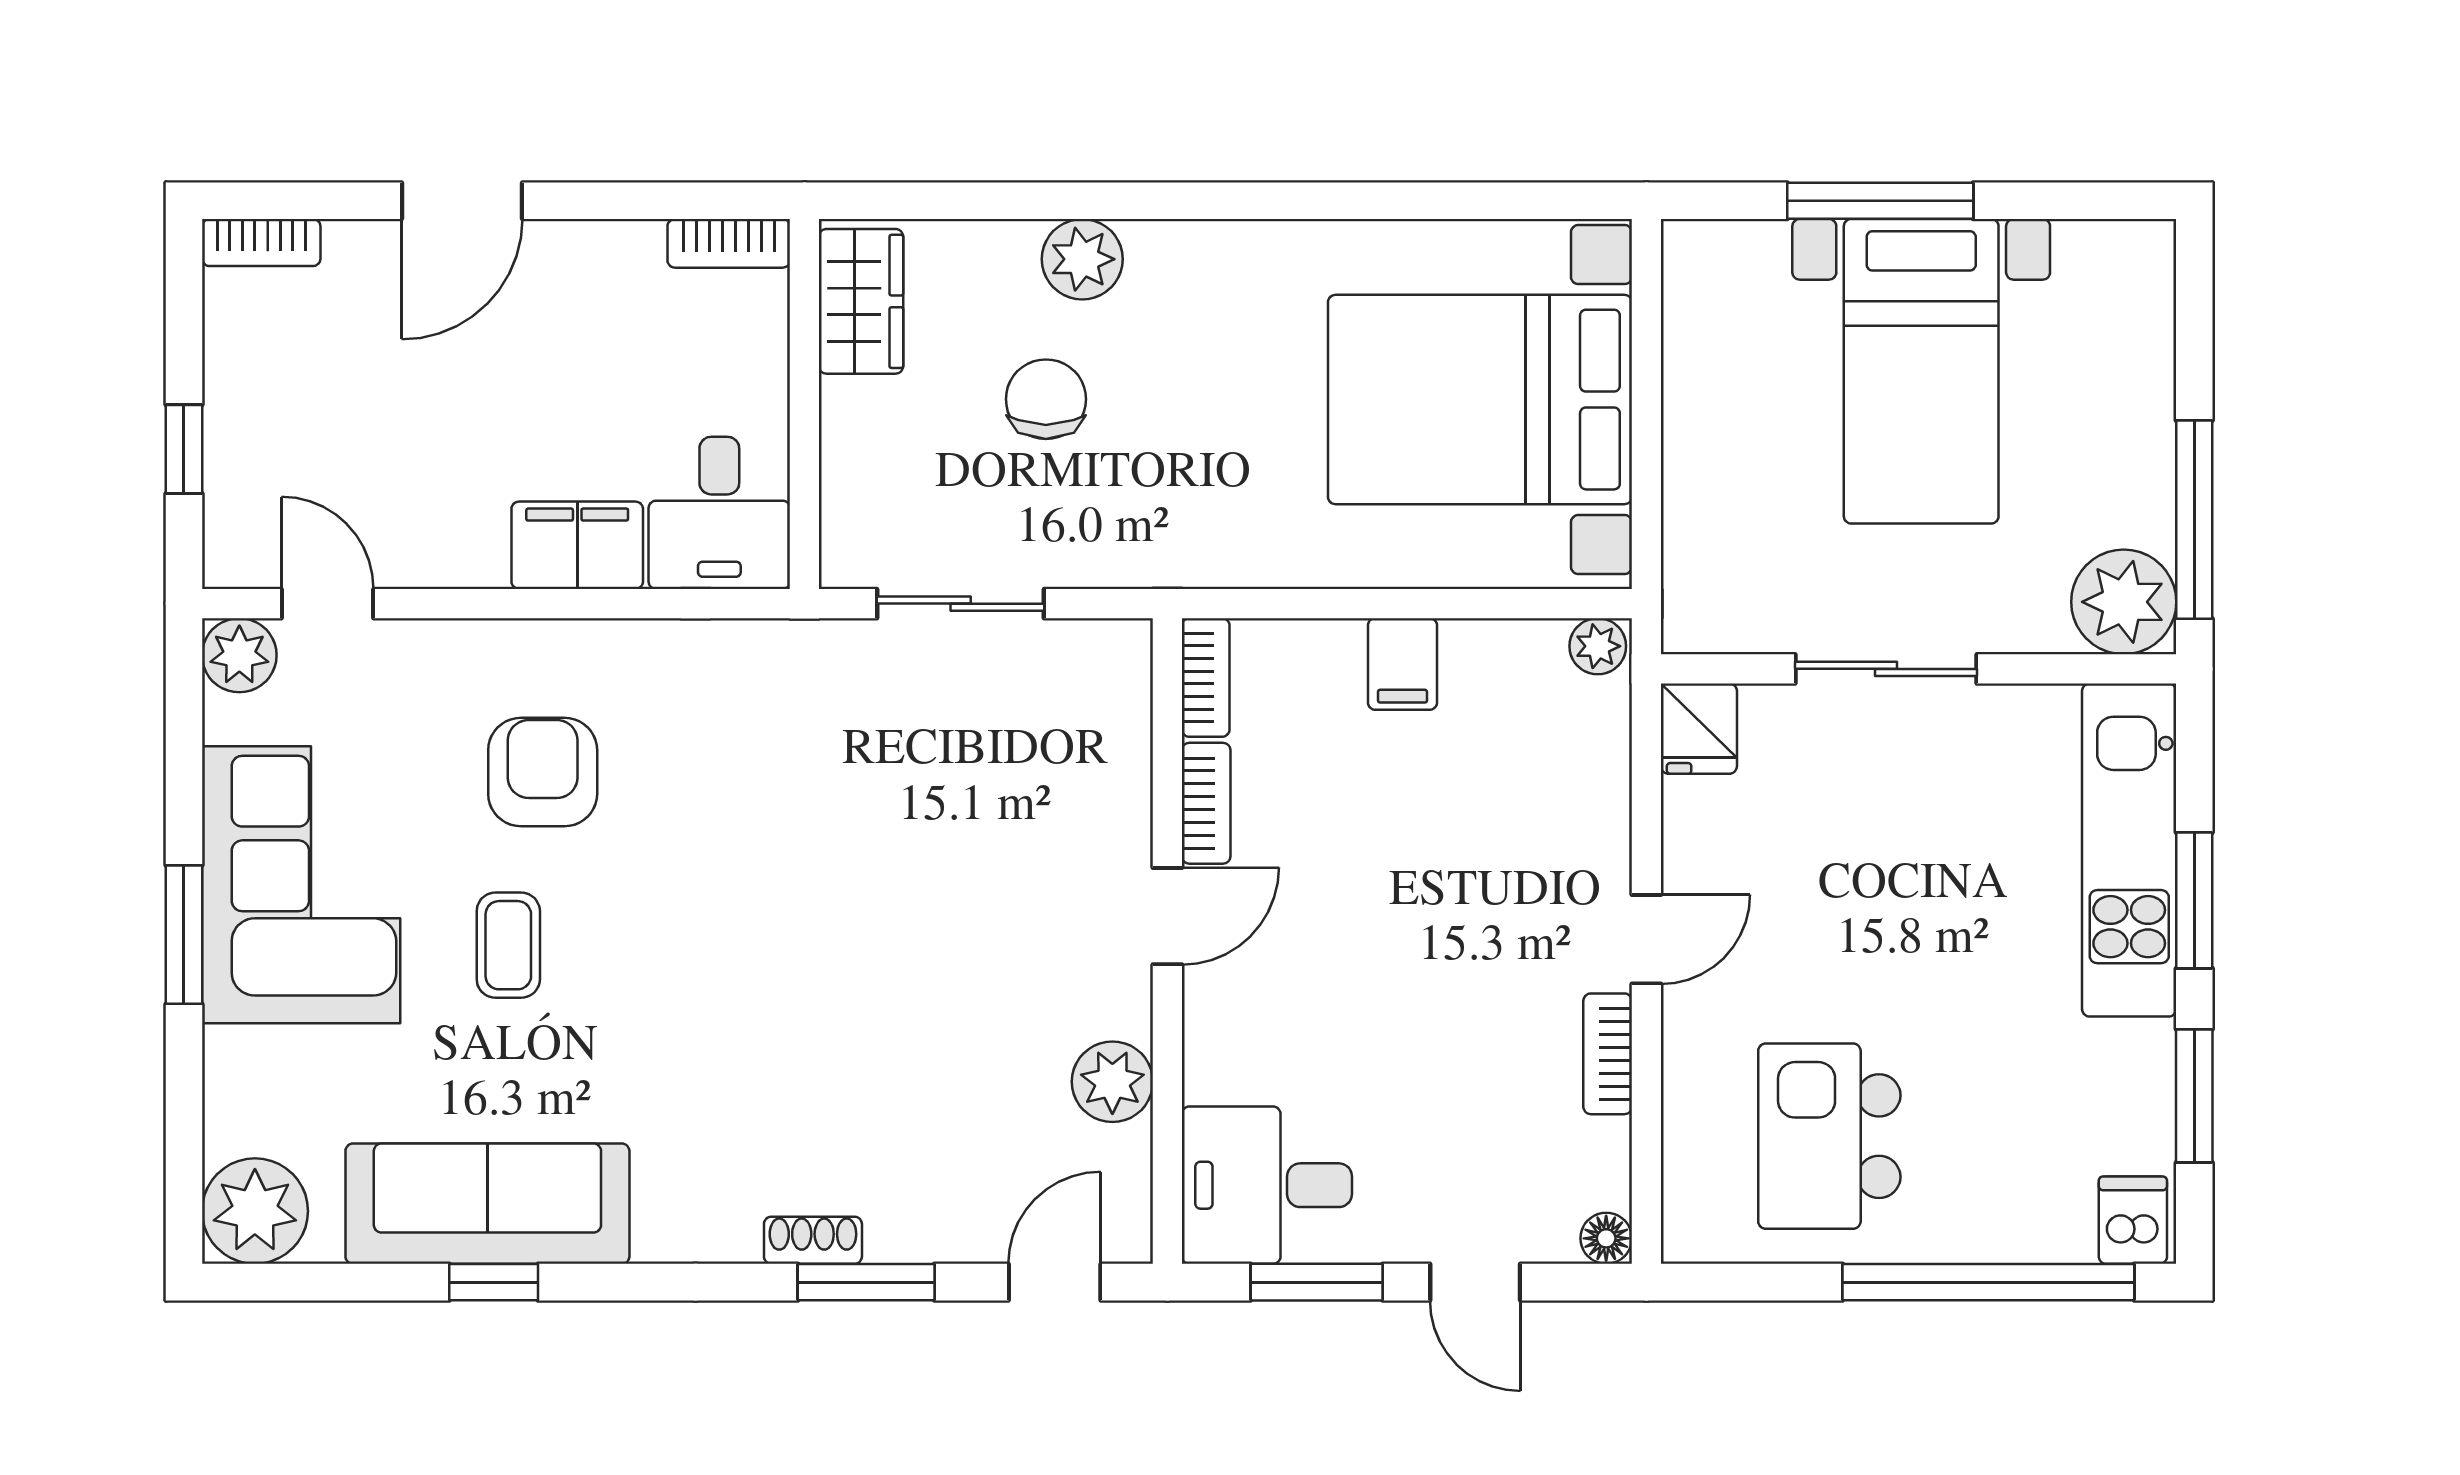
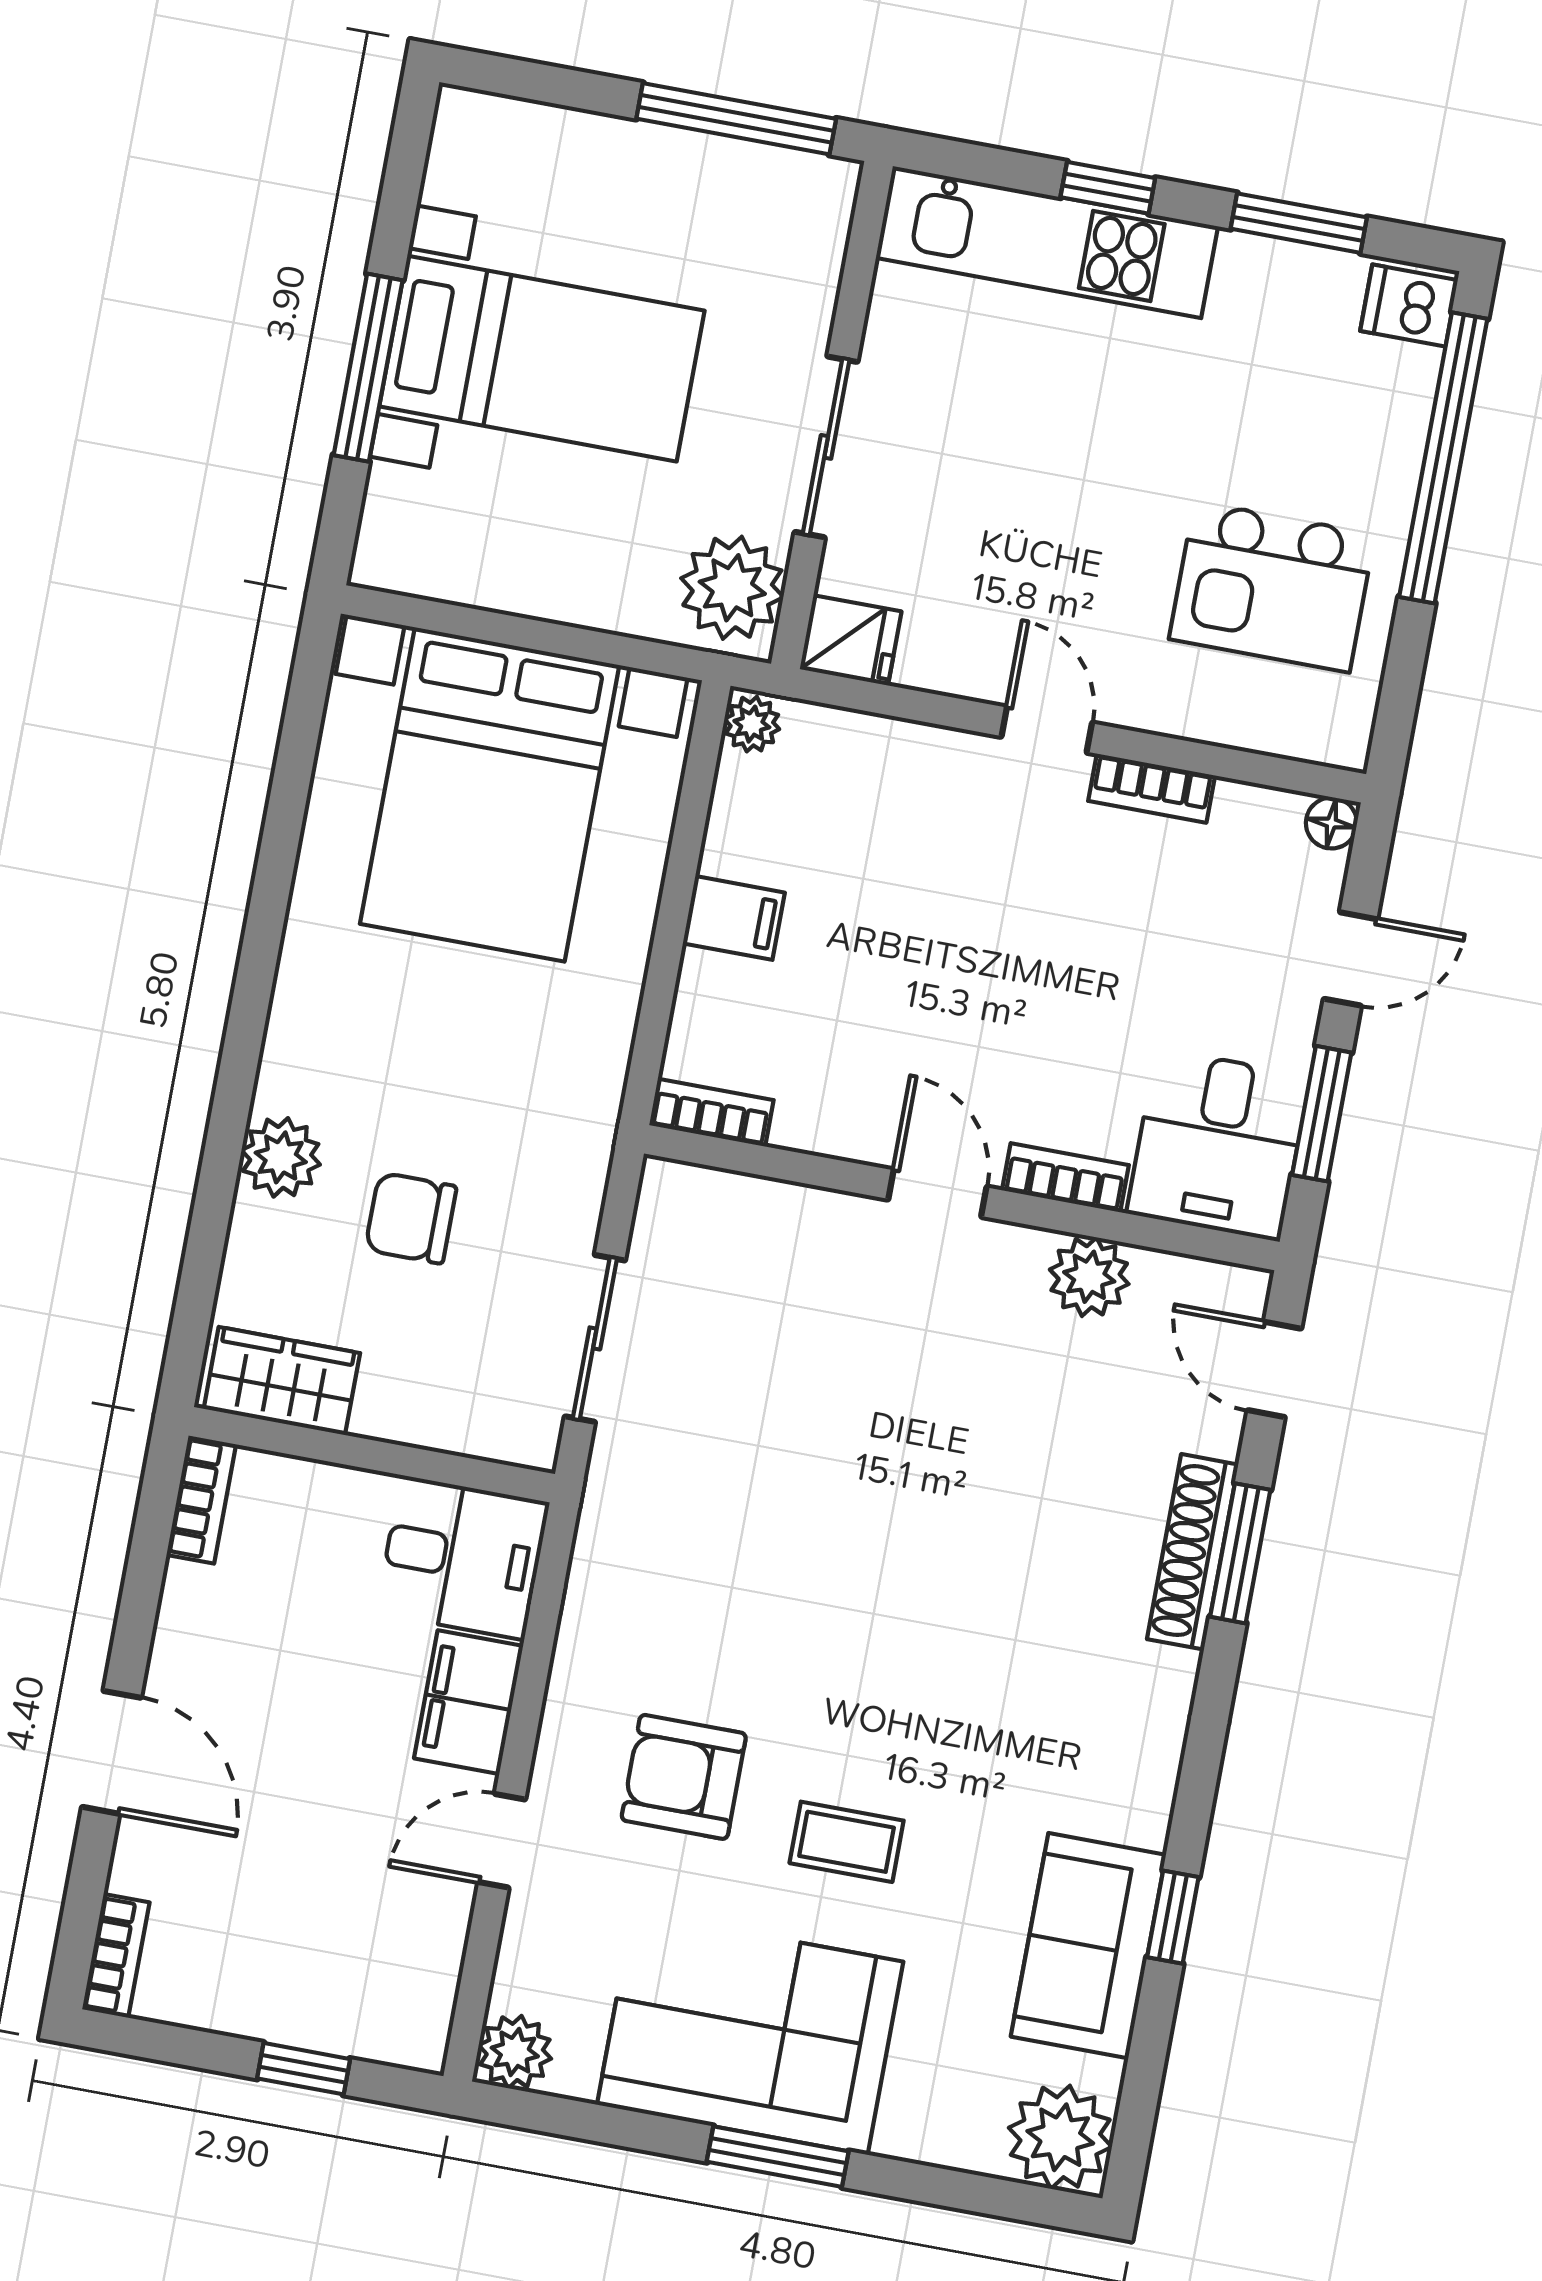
plant: (2124, 602) -> (732, 588), moved
door: (328, 604) -> (502, 1841), moved
bookcase: (1206, 803) -> (1065, 1178), moved
window: (2194, 900) -> (1108, 188), width x0.67
sofa: (487, 1204) -> (1088, 1946), width x0.73
shoe rack: (813, 1240) -> (1193, 1552), width x1.94, depth x1.24

